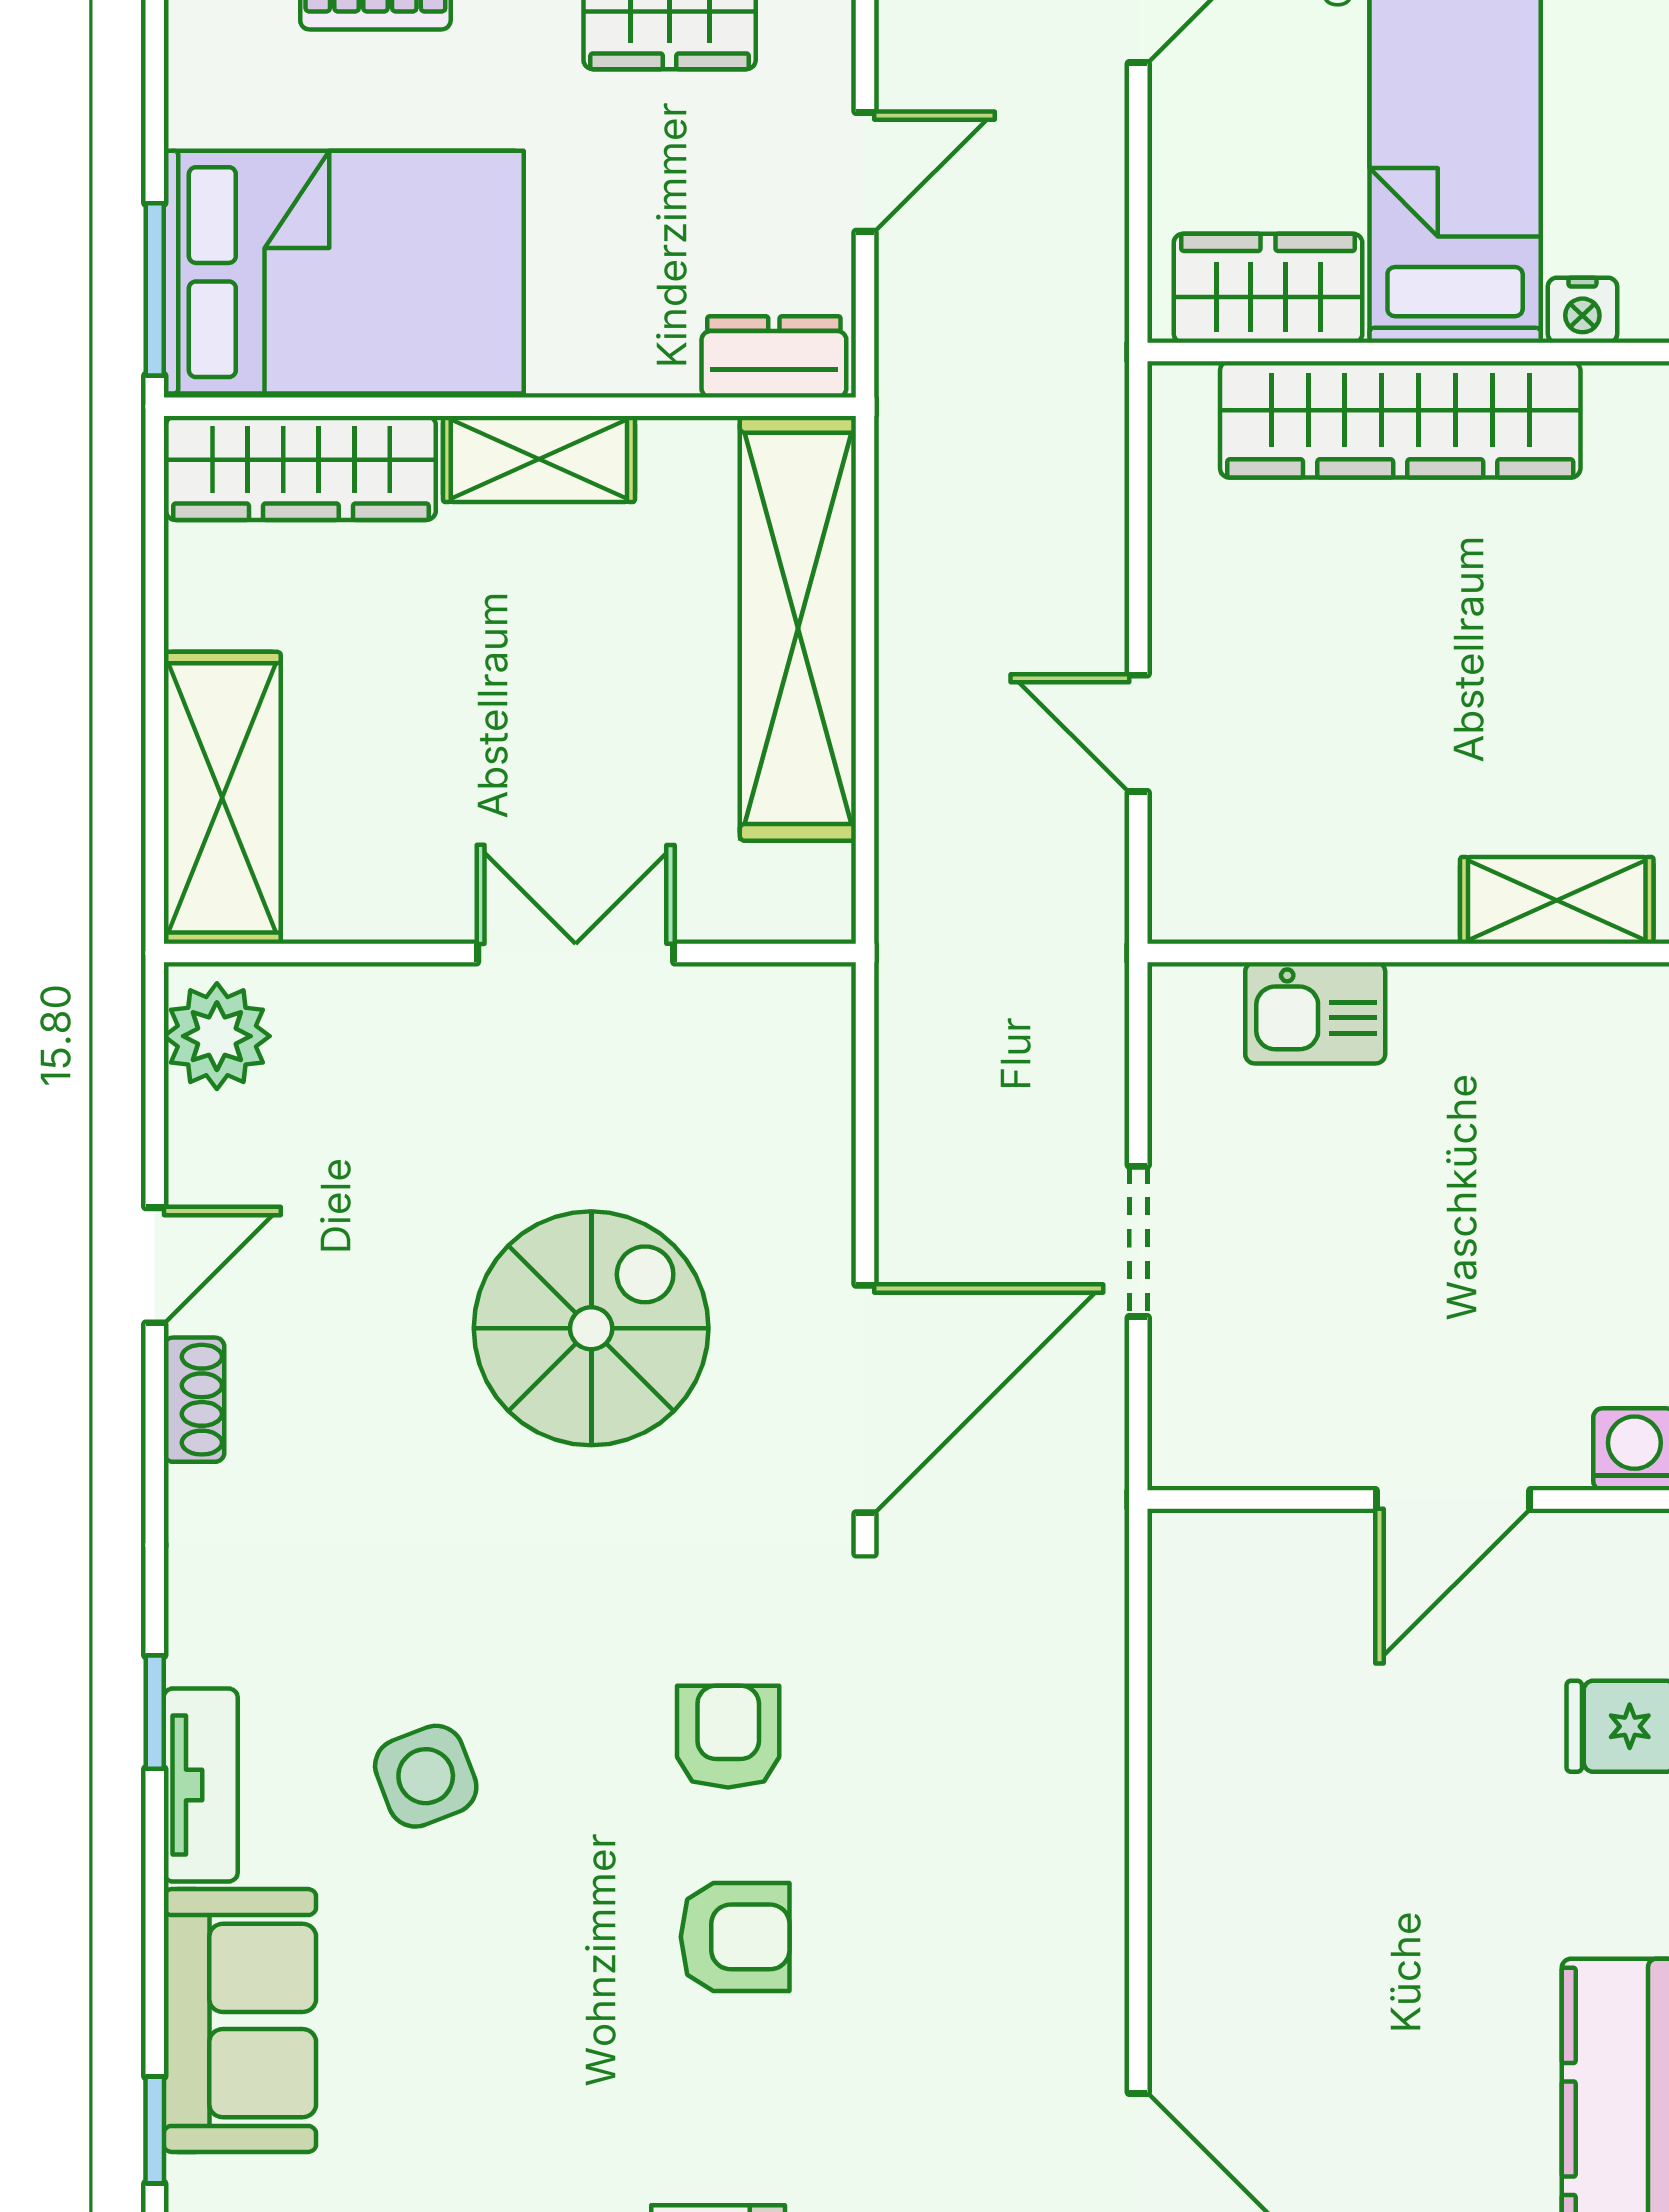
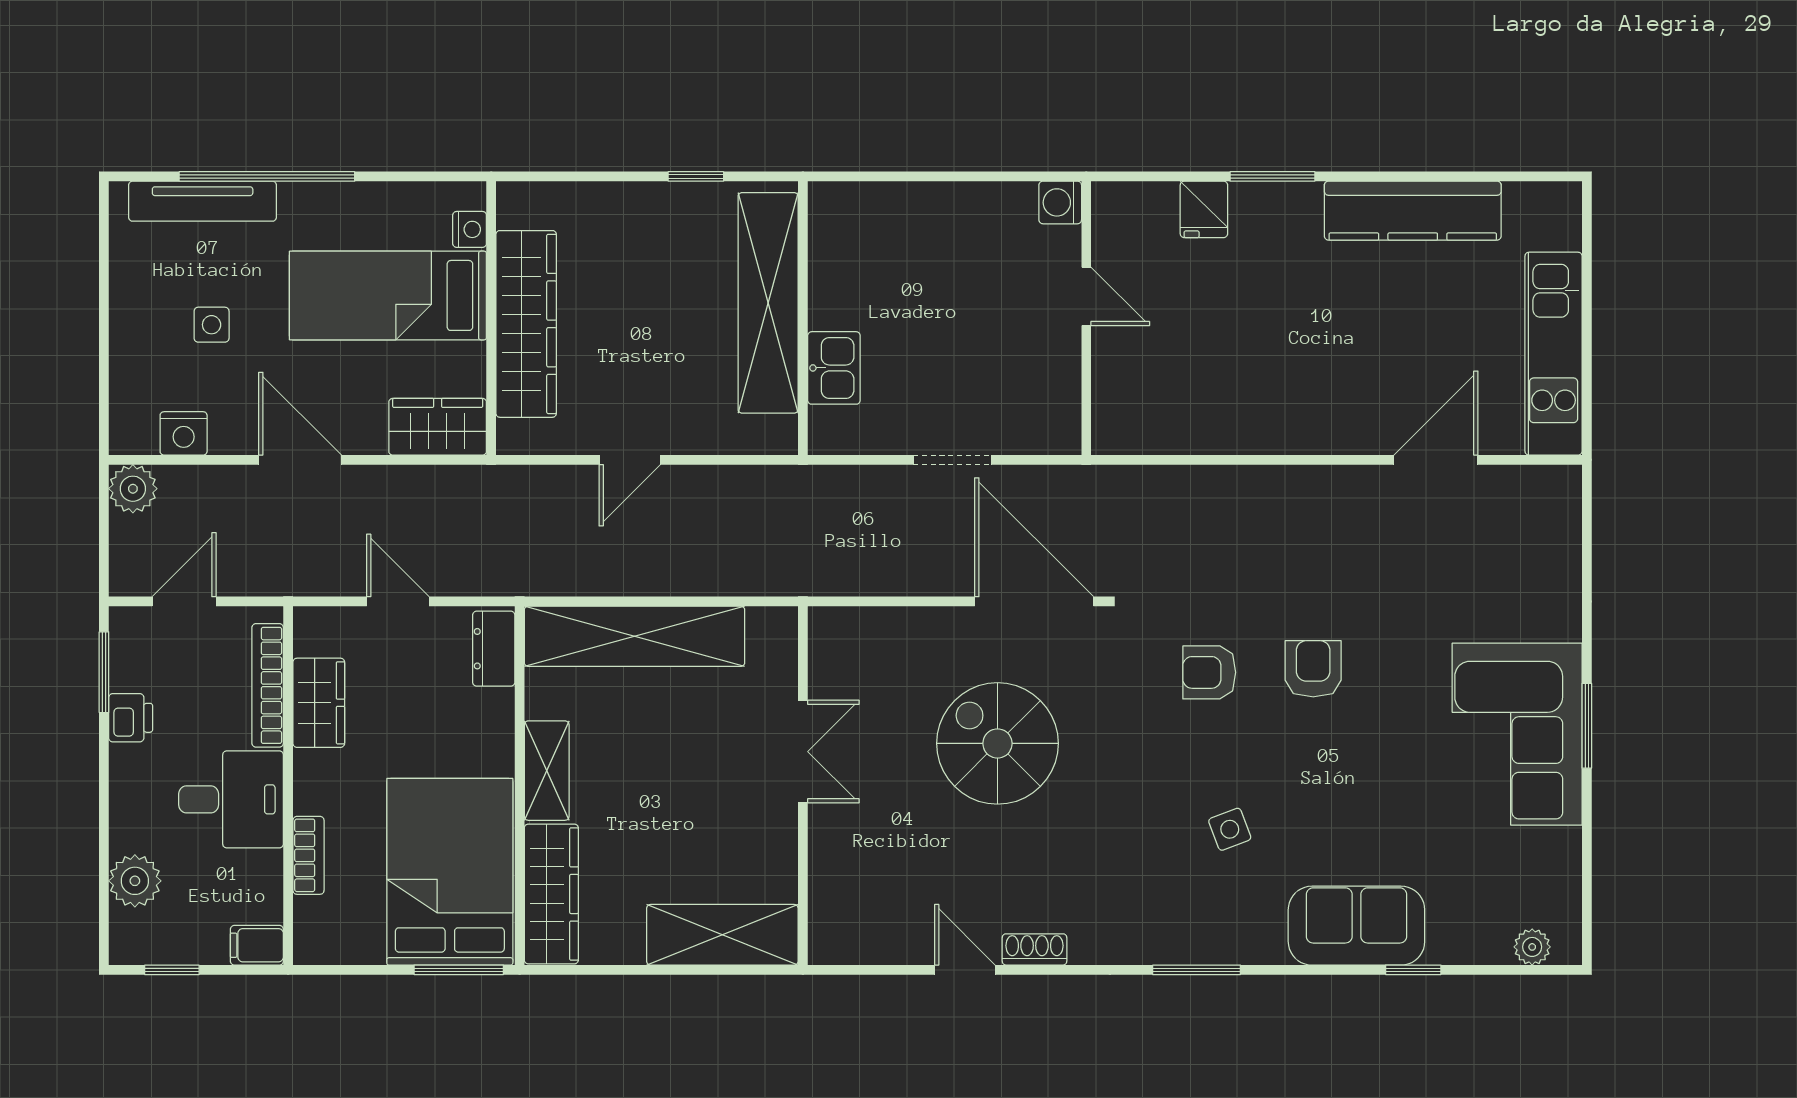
wardrobe: (1268, 288) -> (438, 427), moved, turned 90
door: (1138, 733) -> (630, 460), moved
shelving: (1557, 900) -> (768, 303), width x2.20, depth x1.33
double door: (576, 953) -> (803, 752), swing flipped
plant: (217, 1036) -> (846, 938), removed
door: (1453, 1499) -> (1086, 296), width x0.73
window: (155, 1712) -> (1197, 970), width x1.50
side table: (426, 1776) -> (1230, 829), width x0.73, depth x0.73
tv unit: (201, 1785) -> (1234, 946), removed

